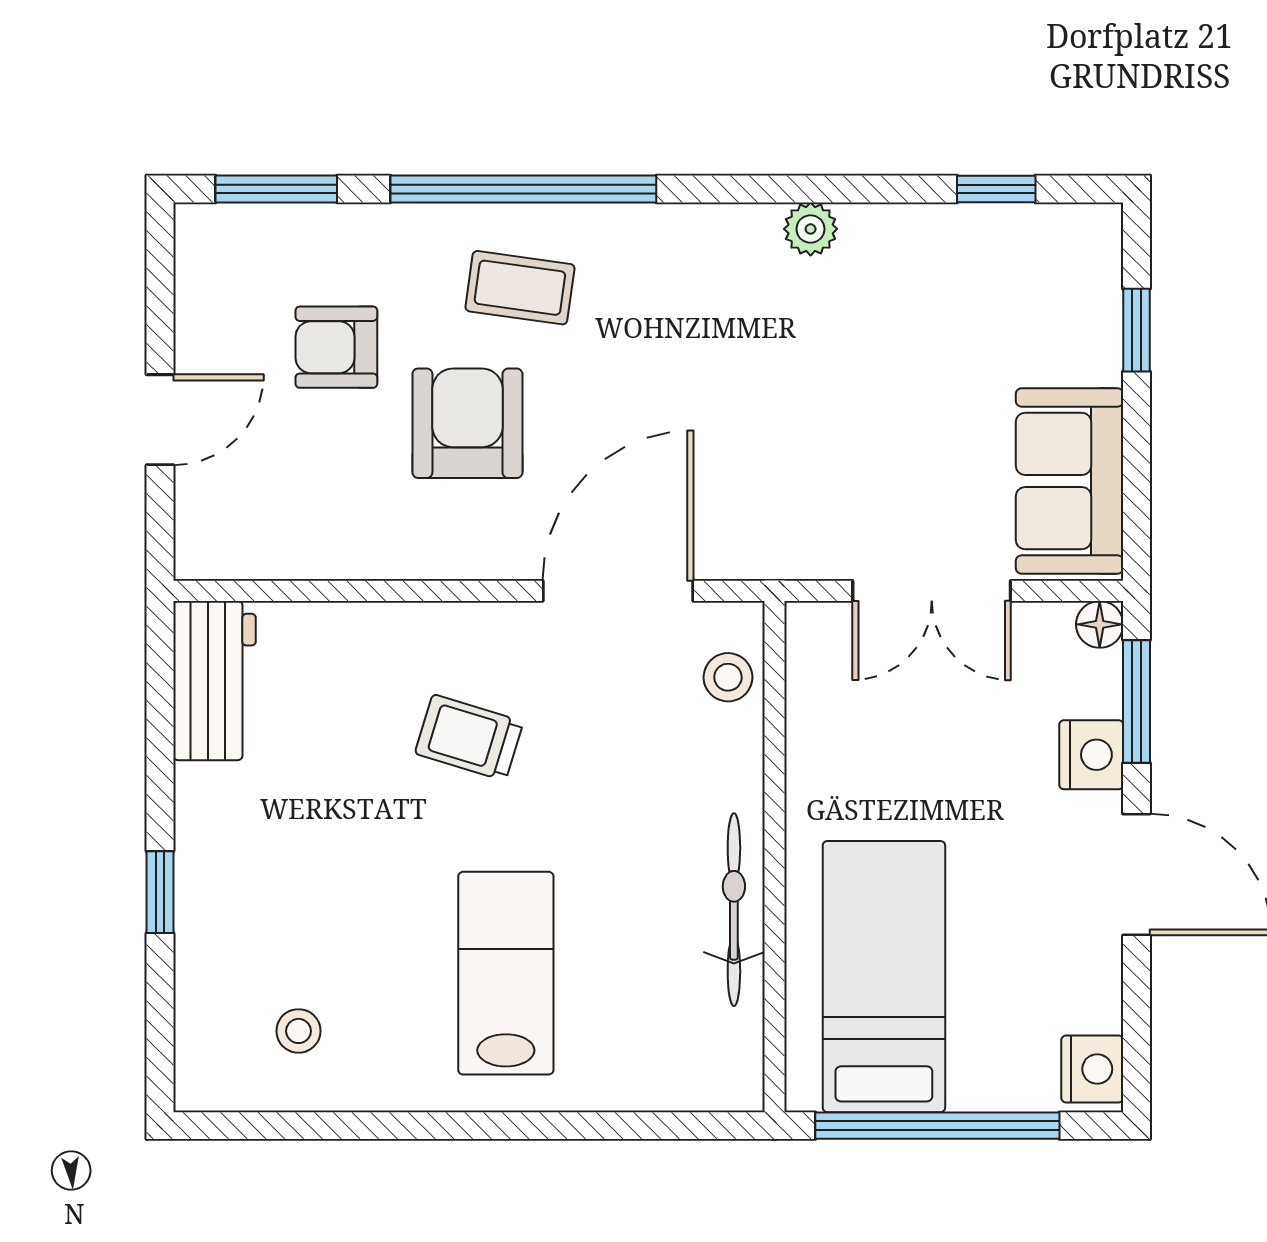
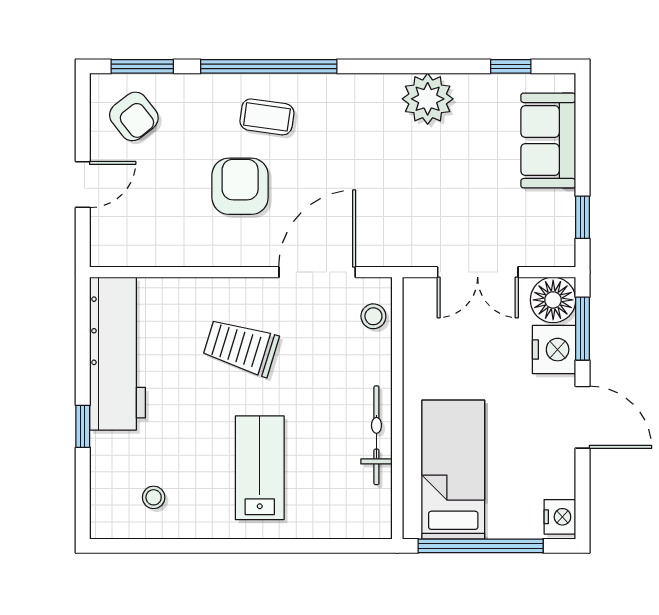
plant: (811, 229) -> (428, 99), width x1.87, depth x1.87
window: (1137, 330) -> (583, 217), moved
armchair: (336, 347) -> (134, 116), moved, turned -128
sofa: (1070, 481) -> (548, 141), moved
floor lamp: (1100, 624) -> (553, 300), width x1.89, depth x1.89
workbench: (214, 681) -> (117, 354), width x1.88, depth x1.32
trolley: (469, 738) -> (241, 347), width x1.36, depth x1.39
nightstand: (1091, 755) -> (554, 350), width x1.36, depth x1.33

